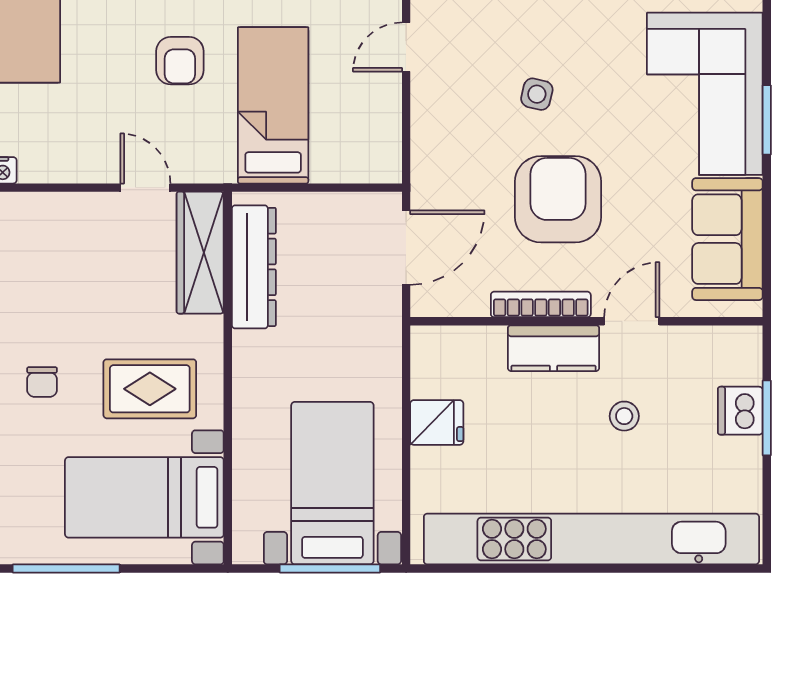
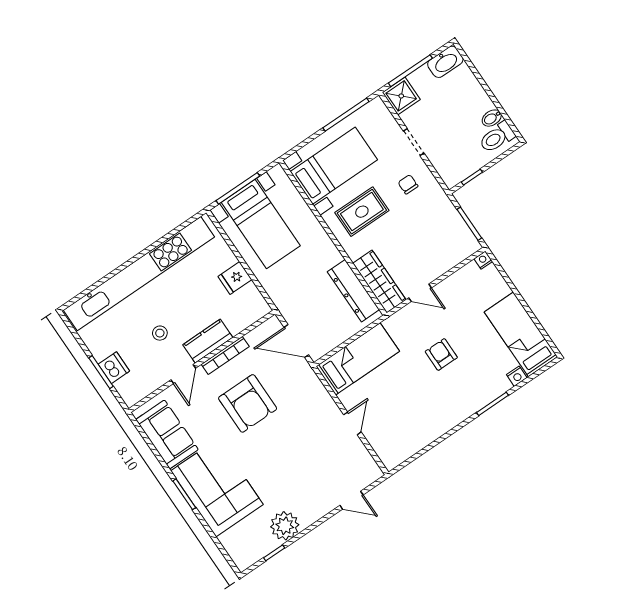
side table: (537, 94) -> (286, 441), removed
bed: (273, 105) -> (358, 359), moved, turned -90
door: (406, 248) -> (296, 341), hinge flipped

